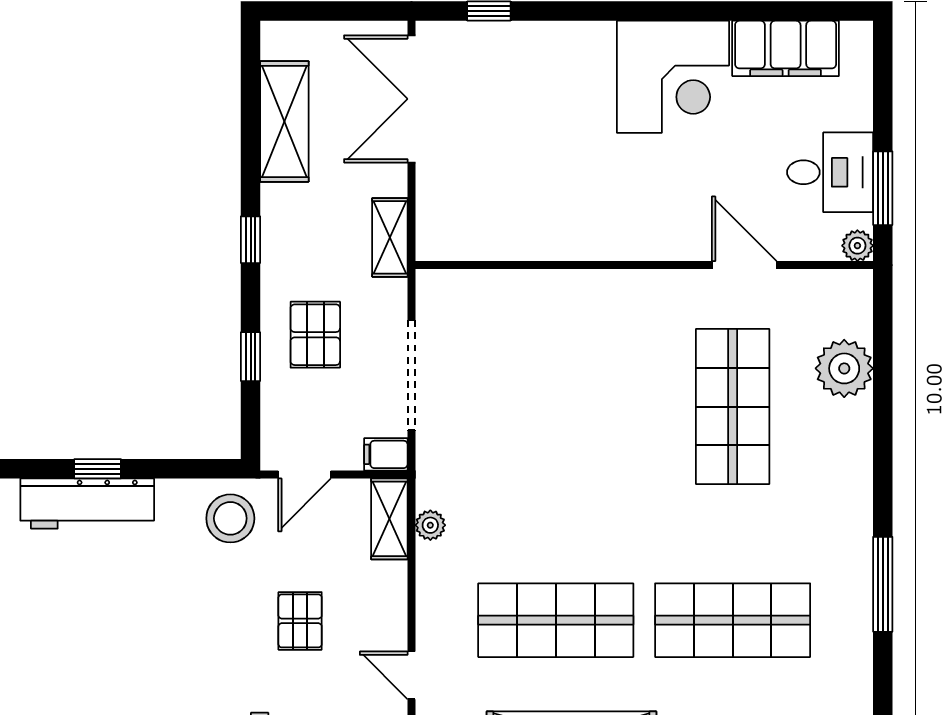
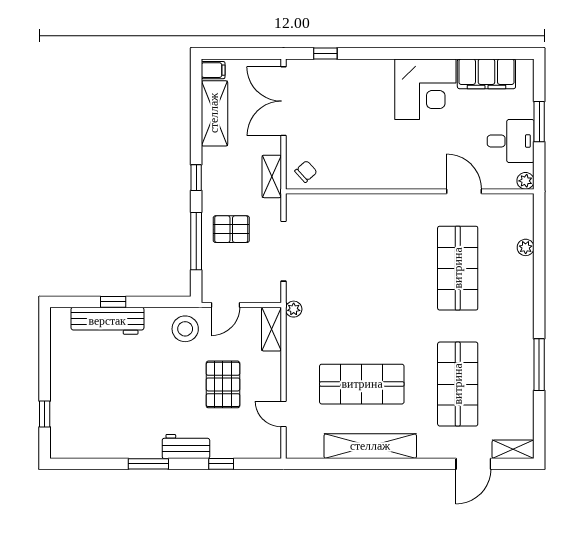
window: (883, 188) -> (539, 122), moved
chair: (453, 229) -> (306, 172), added
pallet: (315, 335) -> (231, 229), turned 90
window: (251, 357) -> (196, 241), width x2.17
plant: (844, 368) -> (526, 247), width x0.53, depth x0.53
filing cabinet: (386, 454) -> (213, 70), moved, turned 180
plant: (430, 525) -> (294, 309), moved
shop shelf: (733, 620) -> (458, 384), turned 90
pallet: (300, 621) -> (223, 384), width x1.50, depth x1.42

